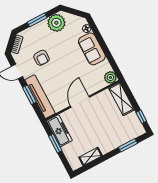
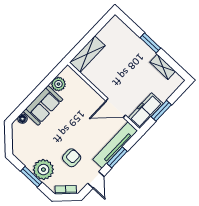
plant: (56, 23) -> (43, 170), moved
plant: (110, 77) -> (58, 84), moved
door: (80, 102) -> (116, 108), moved
window: (141, 117) -> (100, 25), removed
window: (128, 145) -> (150, 43), moved

